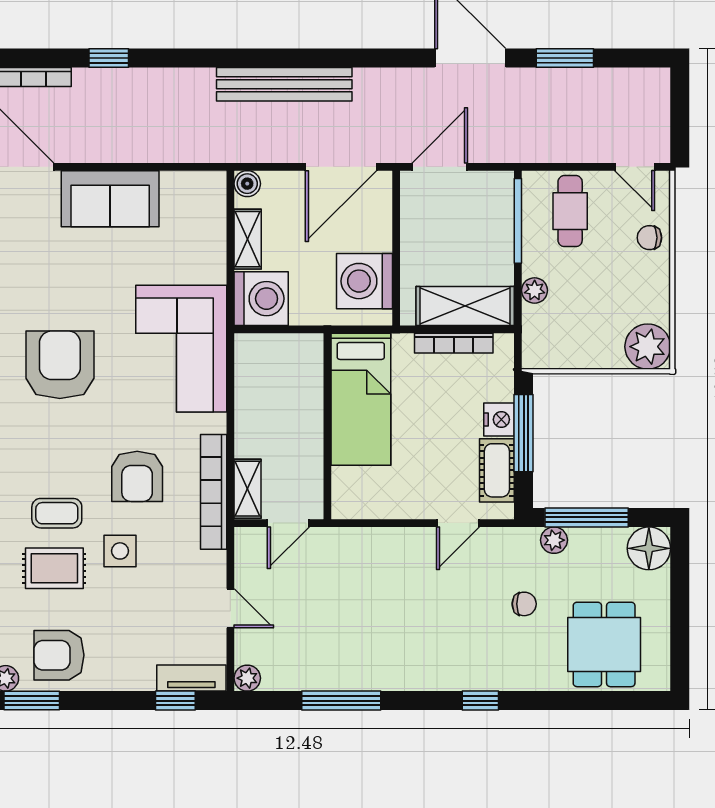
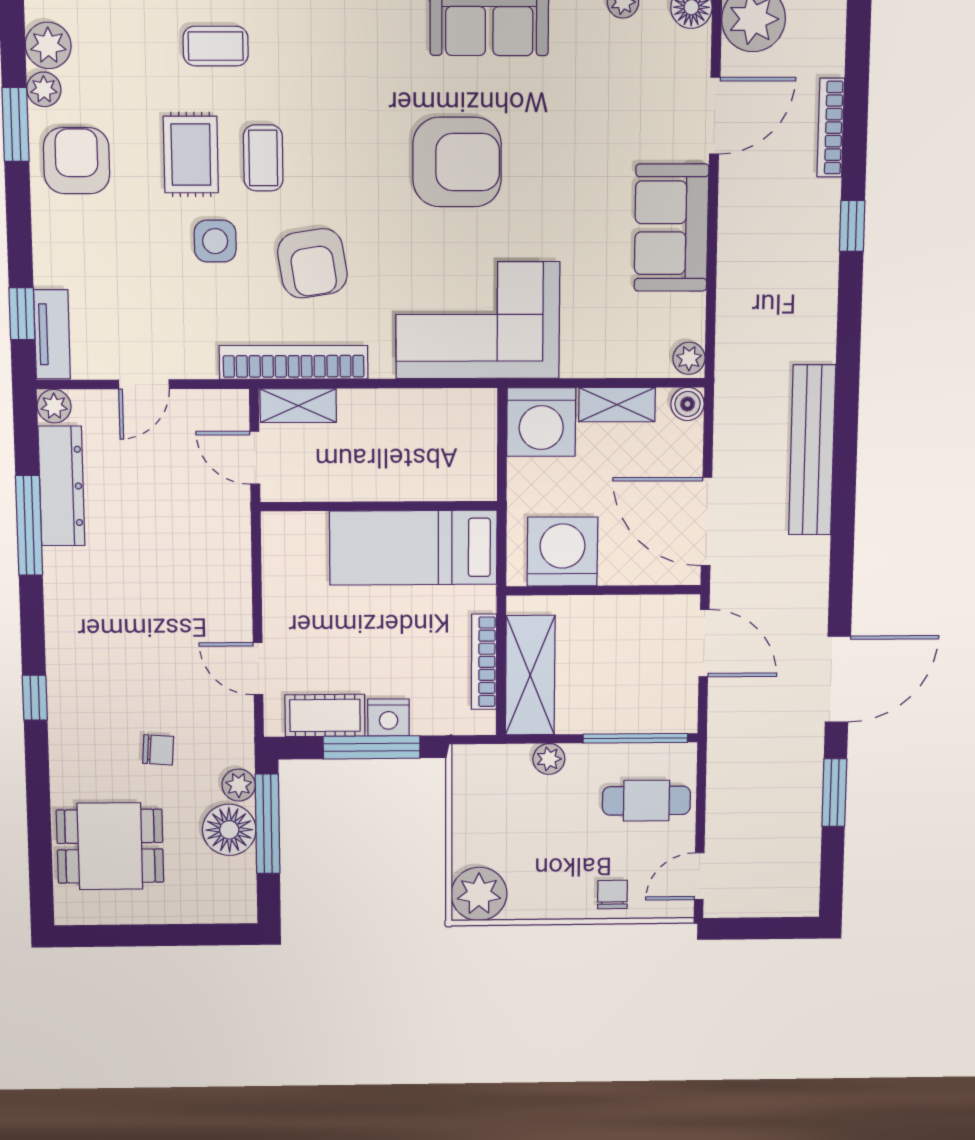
plant: (211, 183) -> (689, 358), added
armchair: (137, 476) -> (312, 263), turned -99
floor lamp: (649, 548) -> (229, 830), moved
chair: (524, 604) -> (158, 750), turned -86
dresser: (310, 674) -> (61, 486), added

